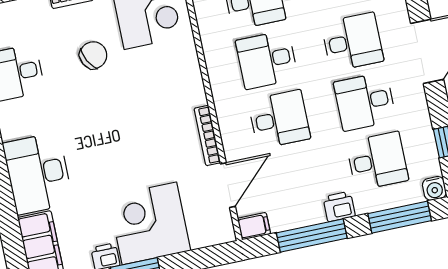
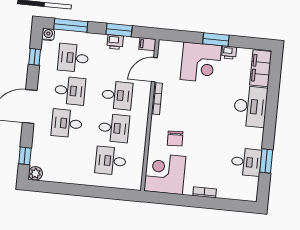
chair: (93, 55) -> (175, 139), moved, turned -64
desk: (279, 119) -> (117, 95), turned 180
printer: (339, 207) -> (115, 42), moved
window: (312, 235) -> (119, 30), width x0.69

